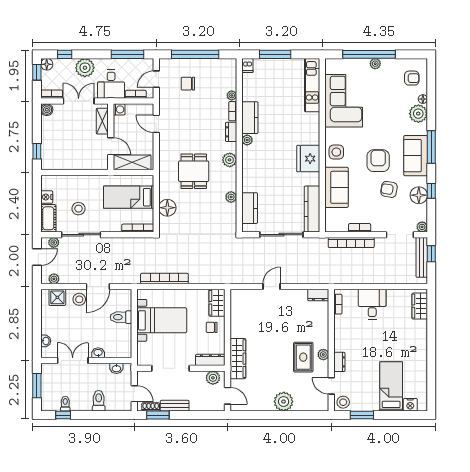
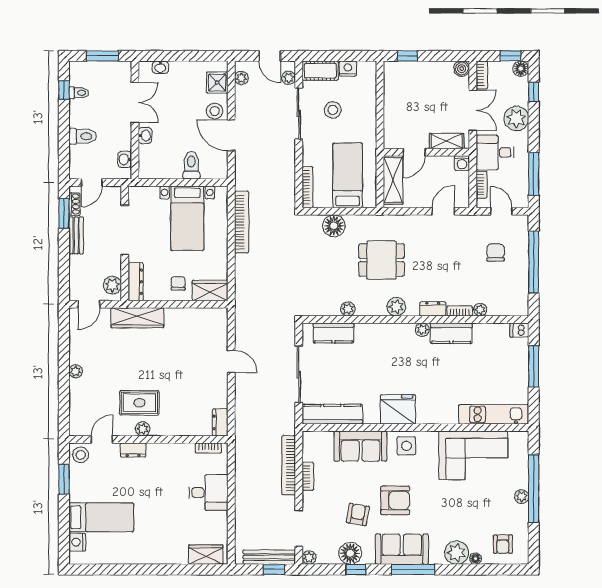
plant: (284, 402) -> (76, 371), width x0.53, depth x0.53

